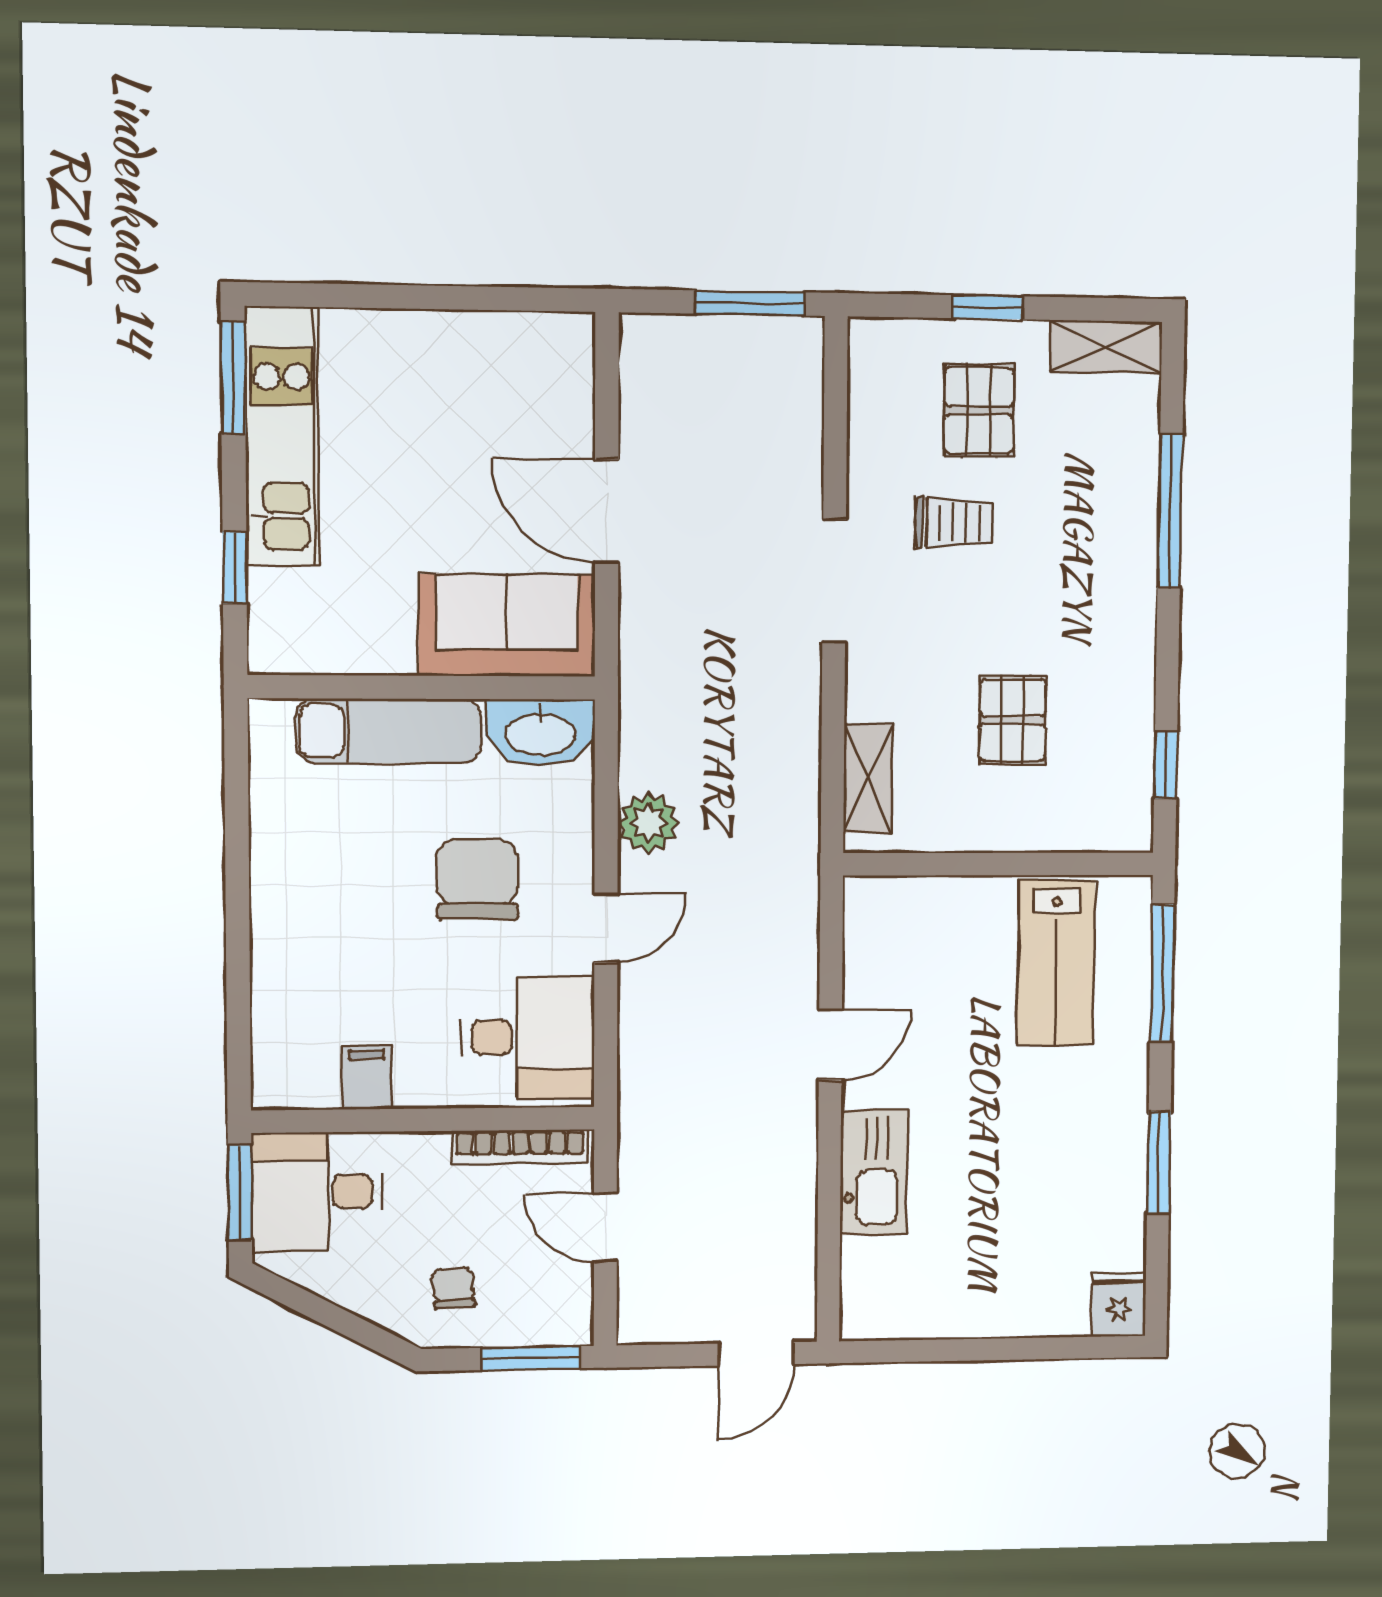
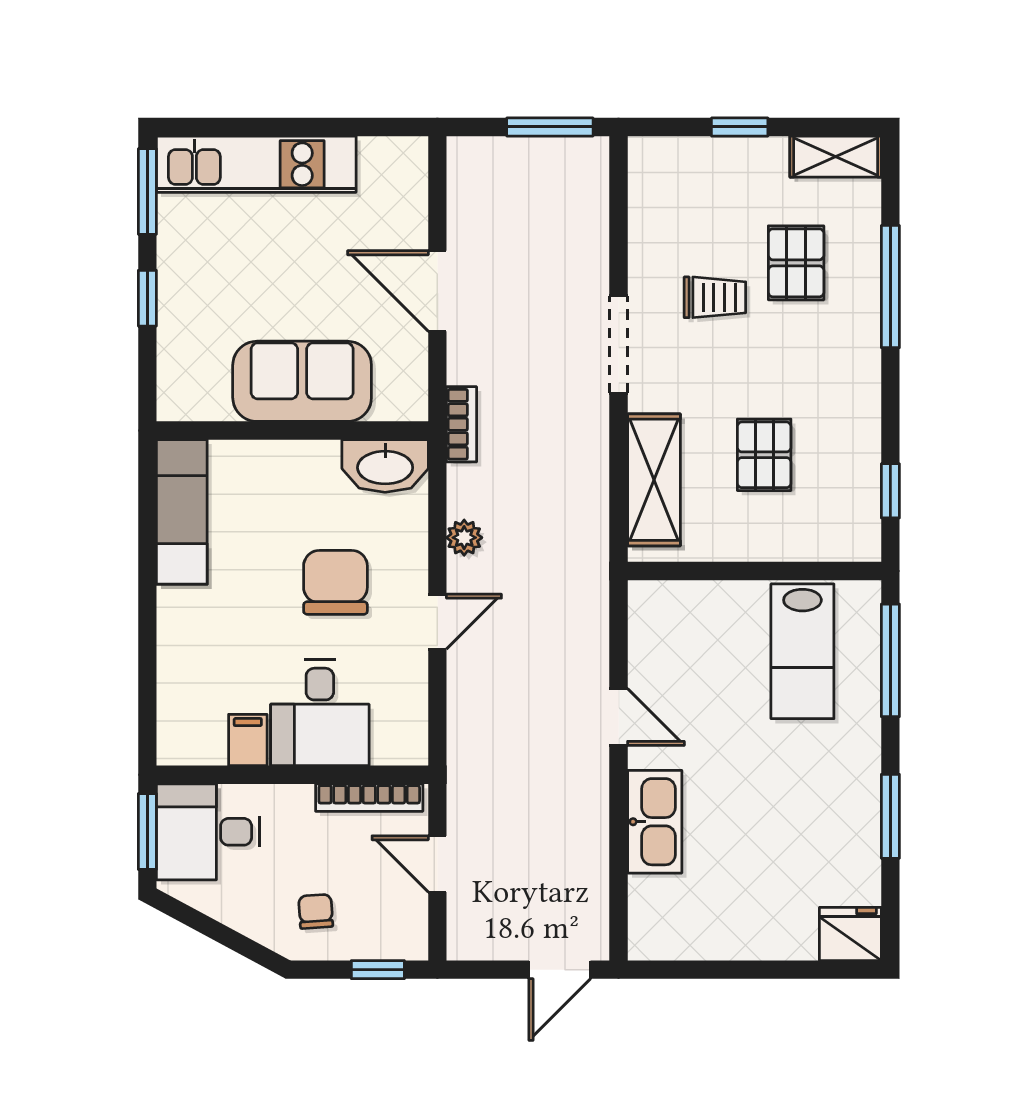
pallet: (979, 410) -> (796, 263), moved
kitchen unit: (282, 436) -> (256, 164), moved, turned 90
window: (235, 568) -> (147, 298), moved
sofa: (507, 625) -> (302, 381), moved
bookcase: (637, 680) -> (461, 424), added
exam couch: (389, 731) -> (182, 512), moved, turned -90
shelving: (868, 778) -> (654, 480), width x1.50, depth x1.33
plant: (648, 823) -> (464, 538), width x0.73, depth x0.73
desk: (528, 1037) -> (320, 713), moved, turned 90
door: (830, 1045) -> (619, 717), hinge flipped
fridge: (1119, 1304) -> (850, 934), width x1.38
window: (531, 1358) -> (378, 970), width x0.67

